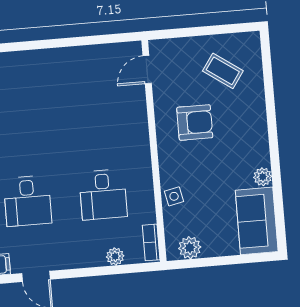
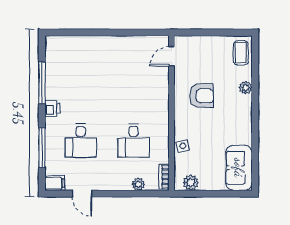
coffee table: (223, 71) -> (241, 53), moved, turned 55
plant: (263, 177) -> (246, 88), moved

